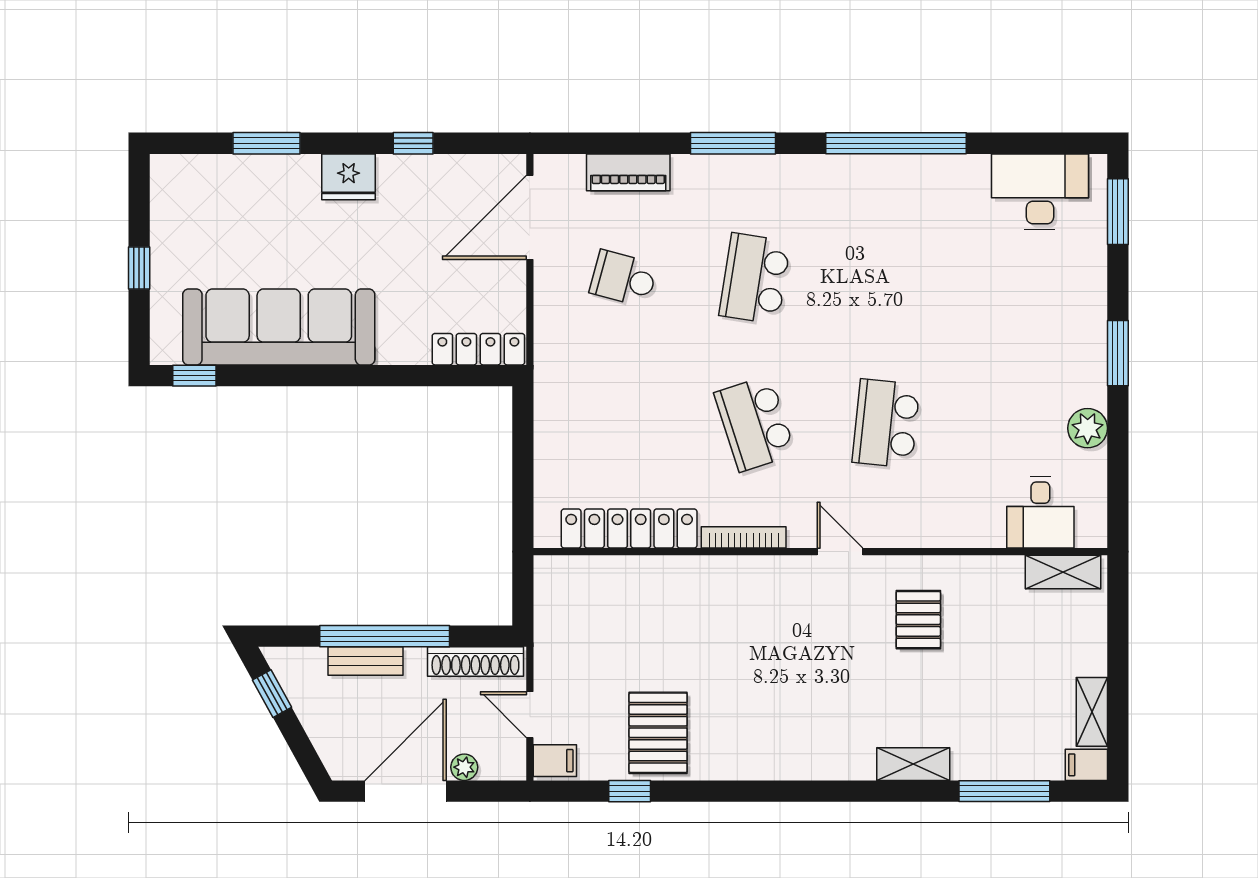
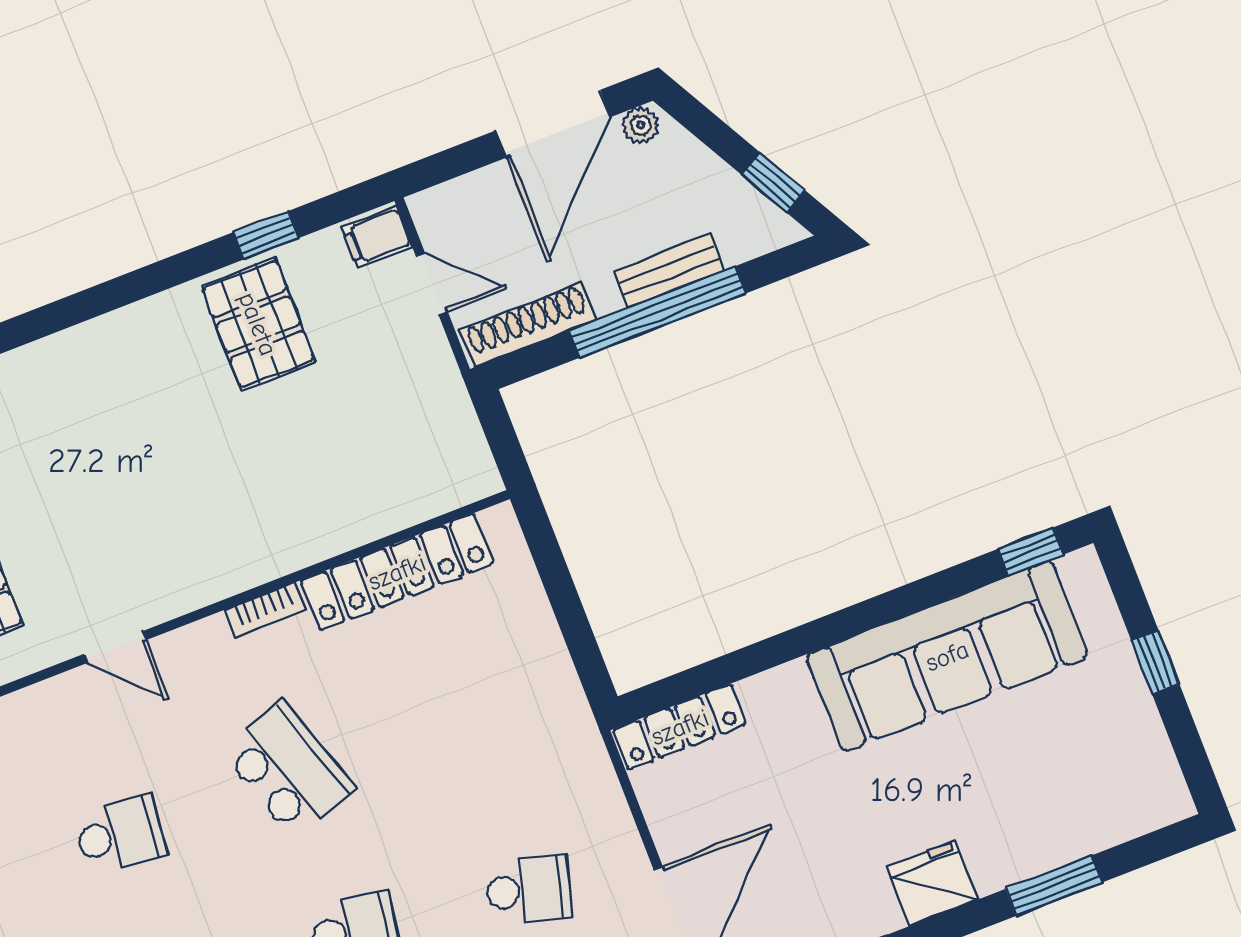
school desk: (886, 423) -> (120, 834), width x0.54
bookcase: (744, 537) -> (265, 610), width x0.64
plant: (464, 767) -> (641, 125), moved

